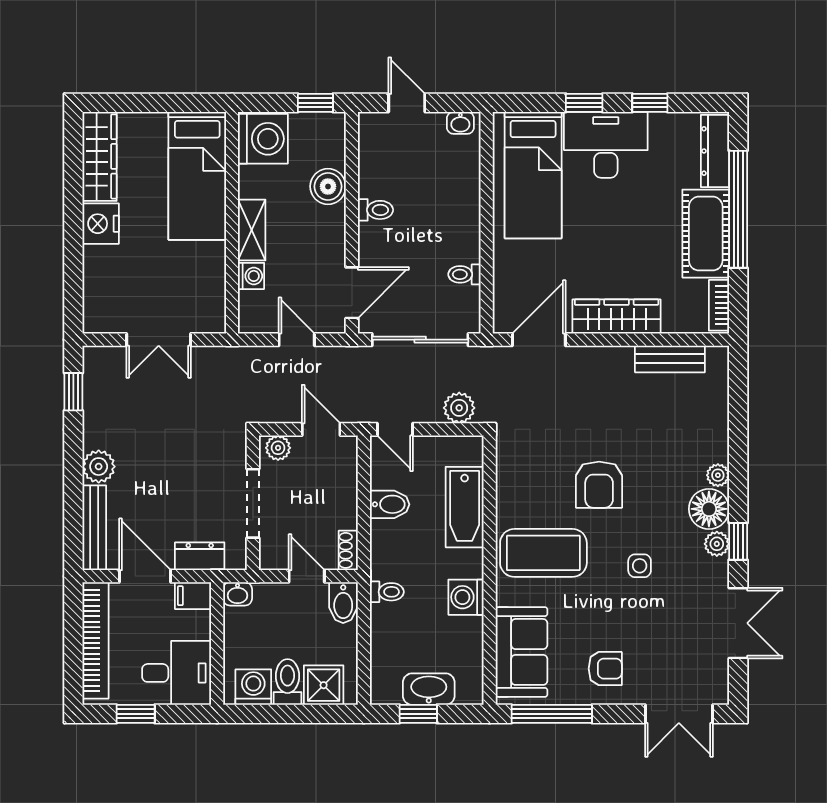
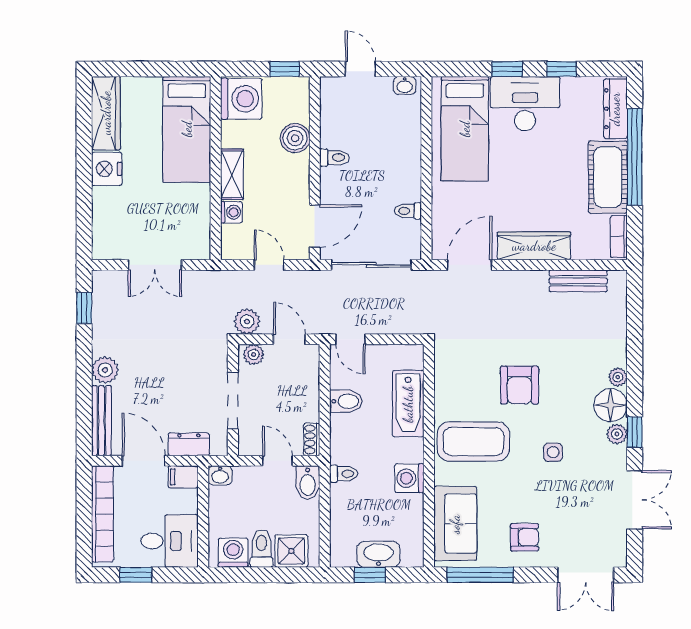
plant: (459, 408) -> (247, 321), moved

